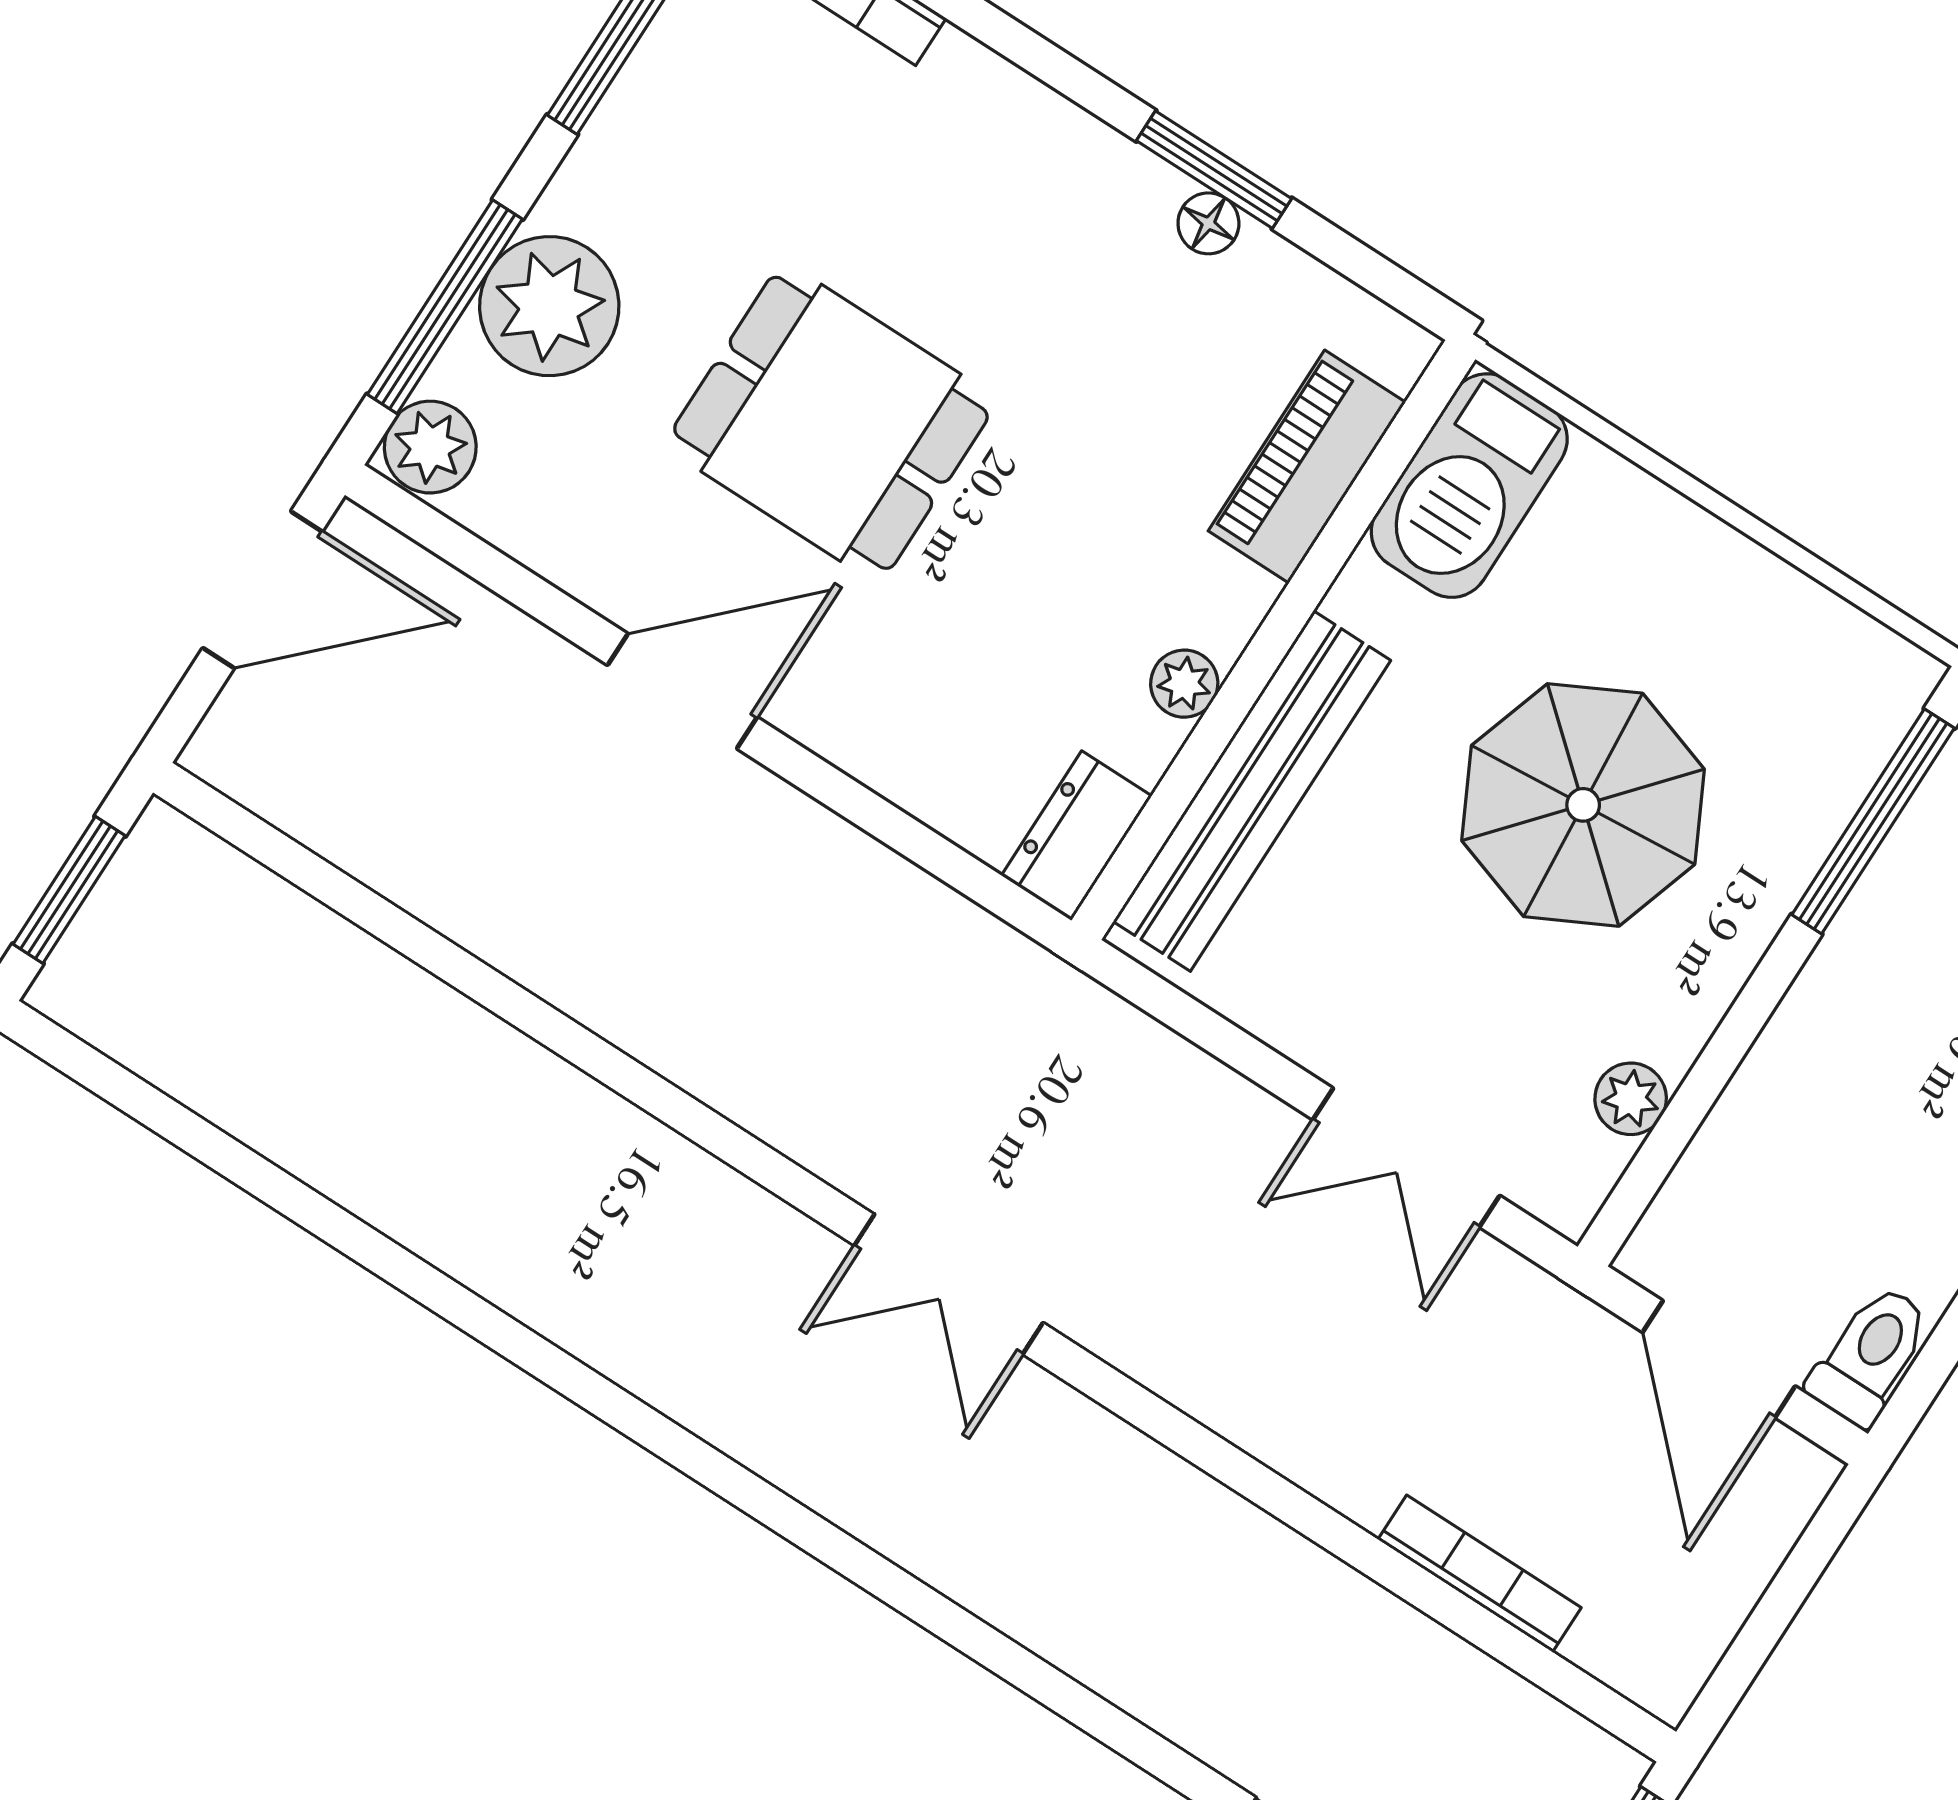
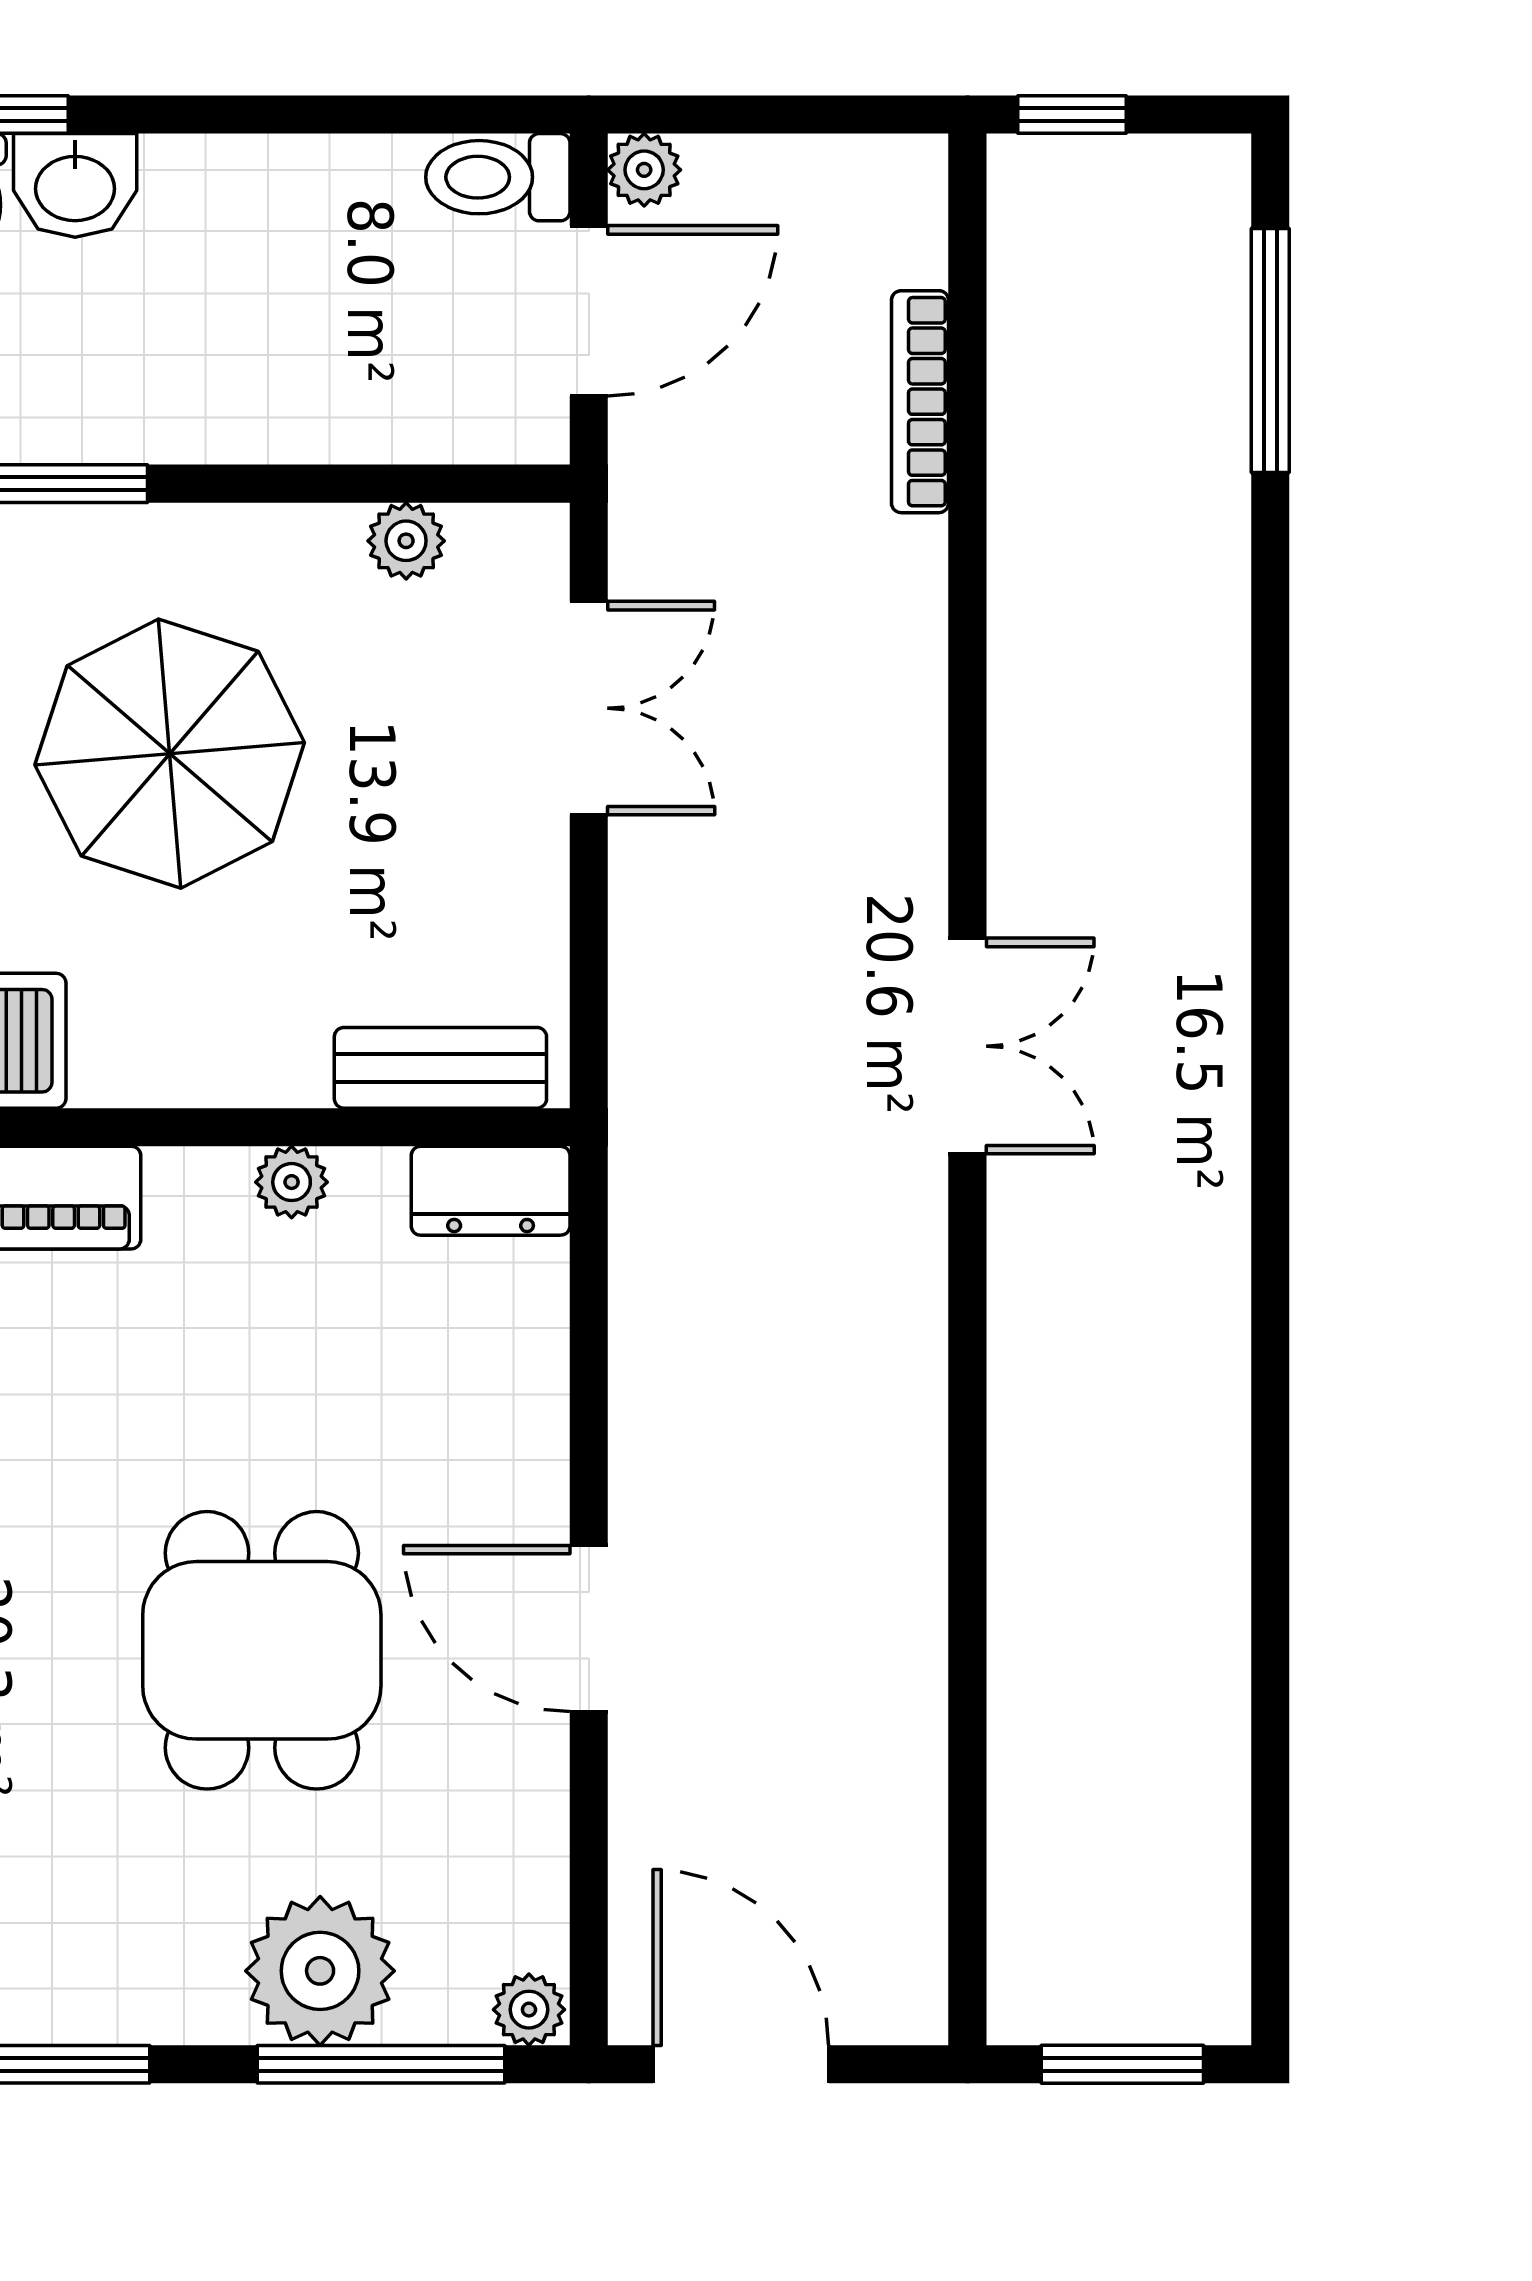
plant: (430, 447) -> (529, 2010), width x0.73, depth x0.73
bench: (1252, 791) -> (440, 1068), width x0.54, depth x0.82
plant: (1802, 1474) -> (644, 170), added

